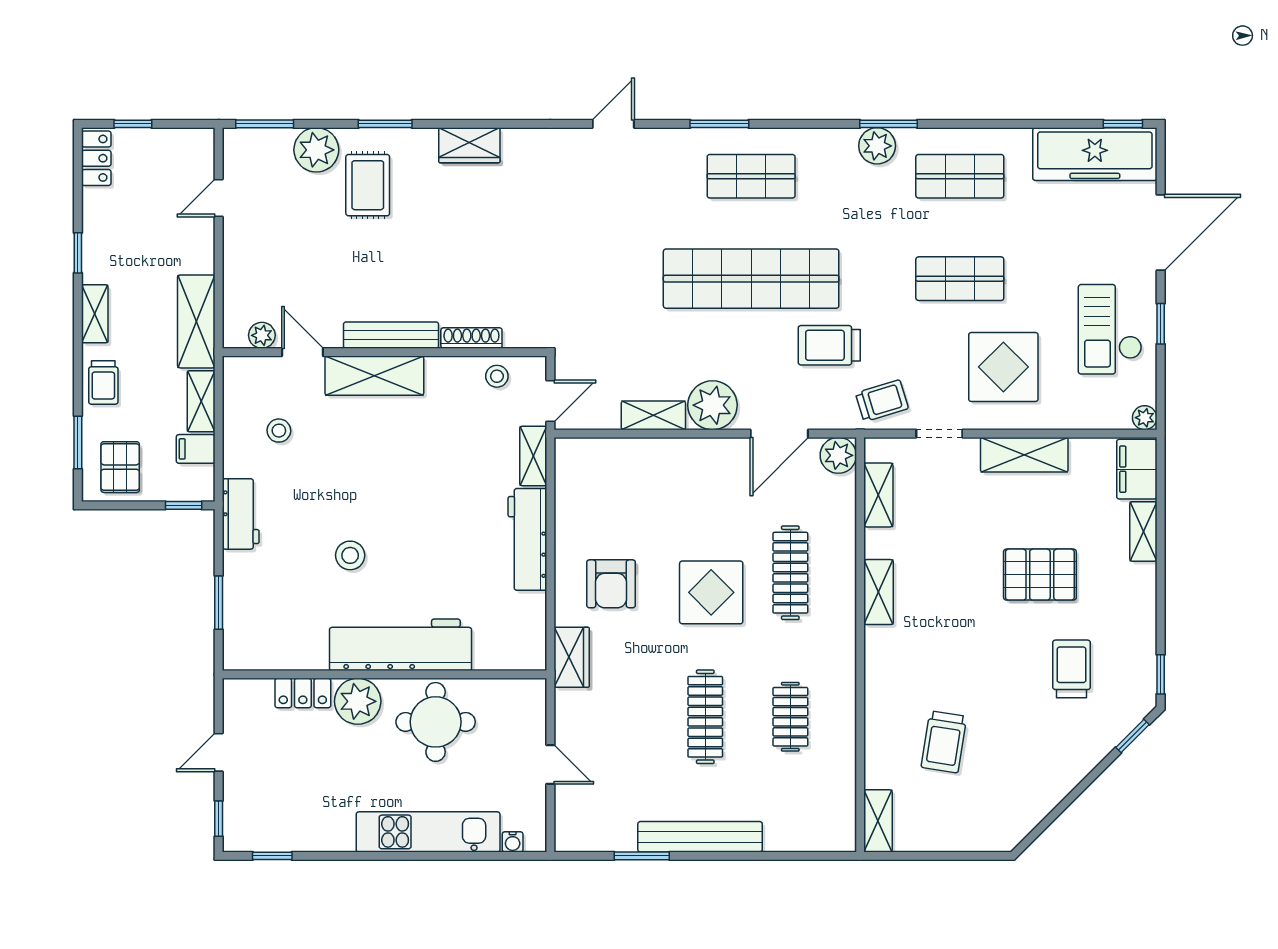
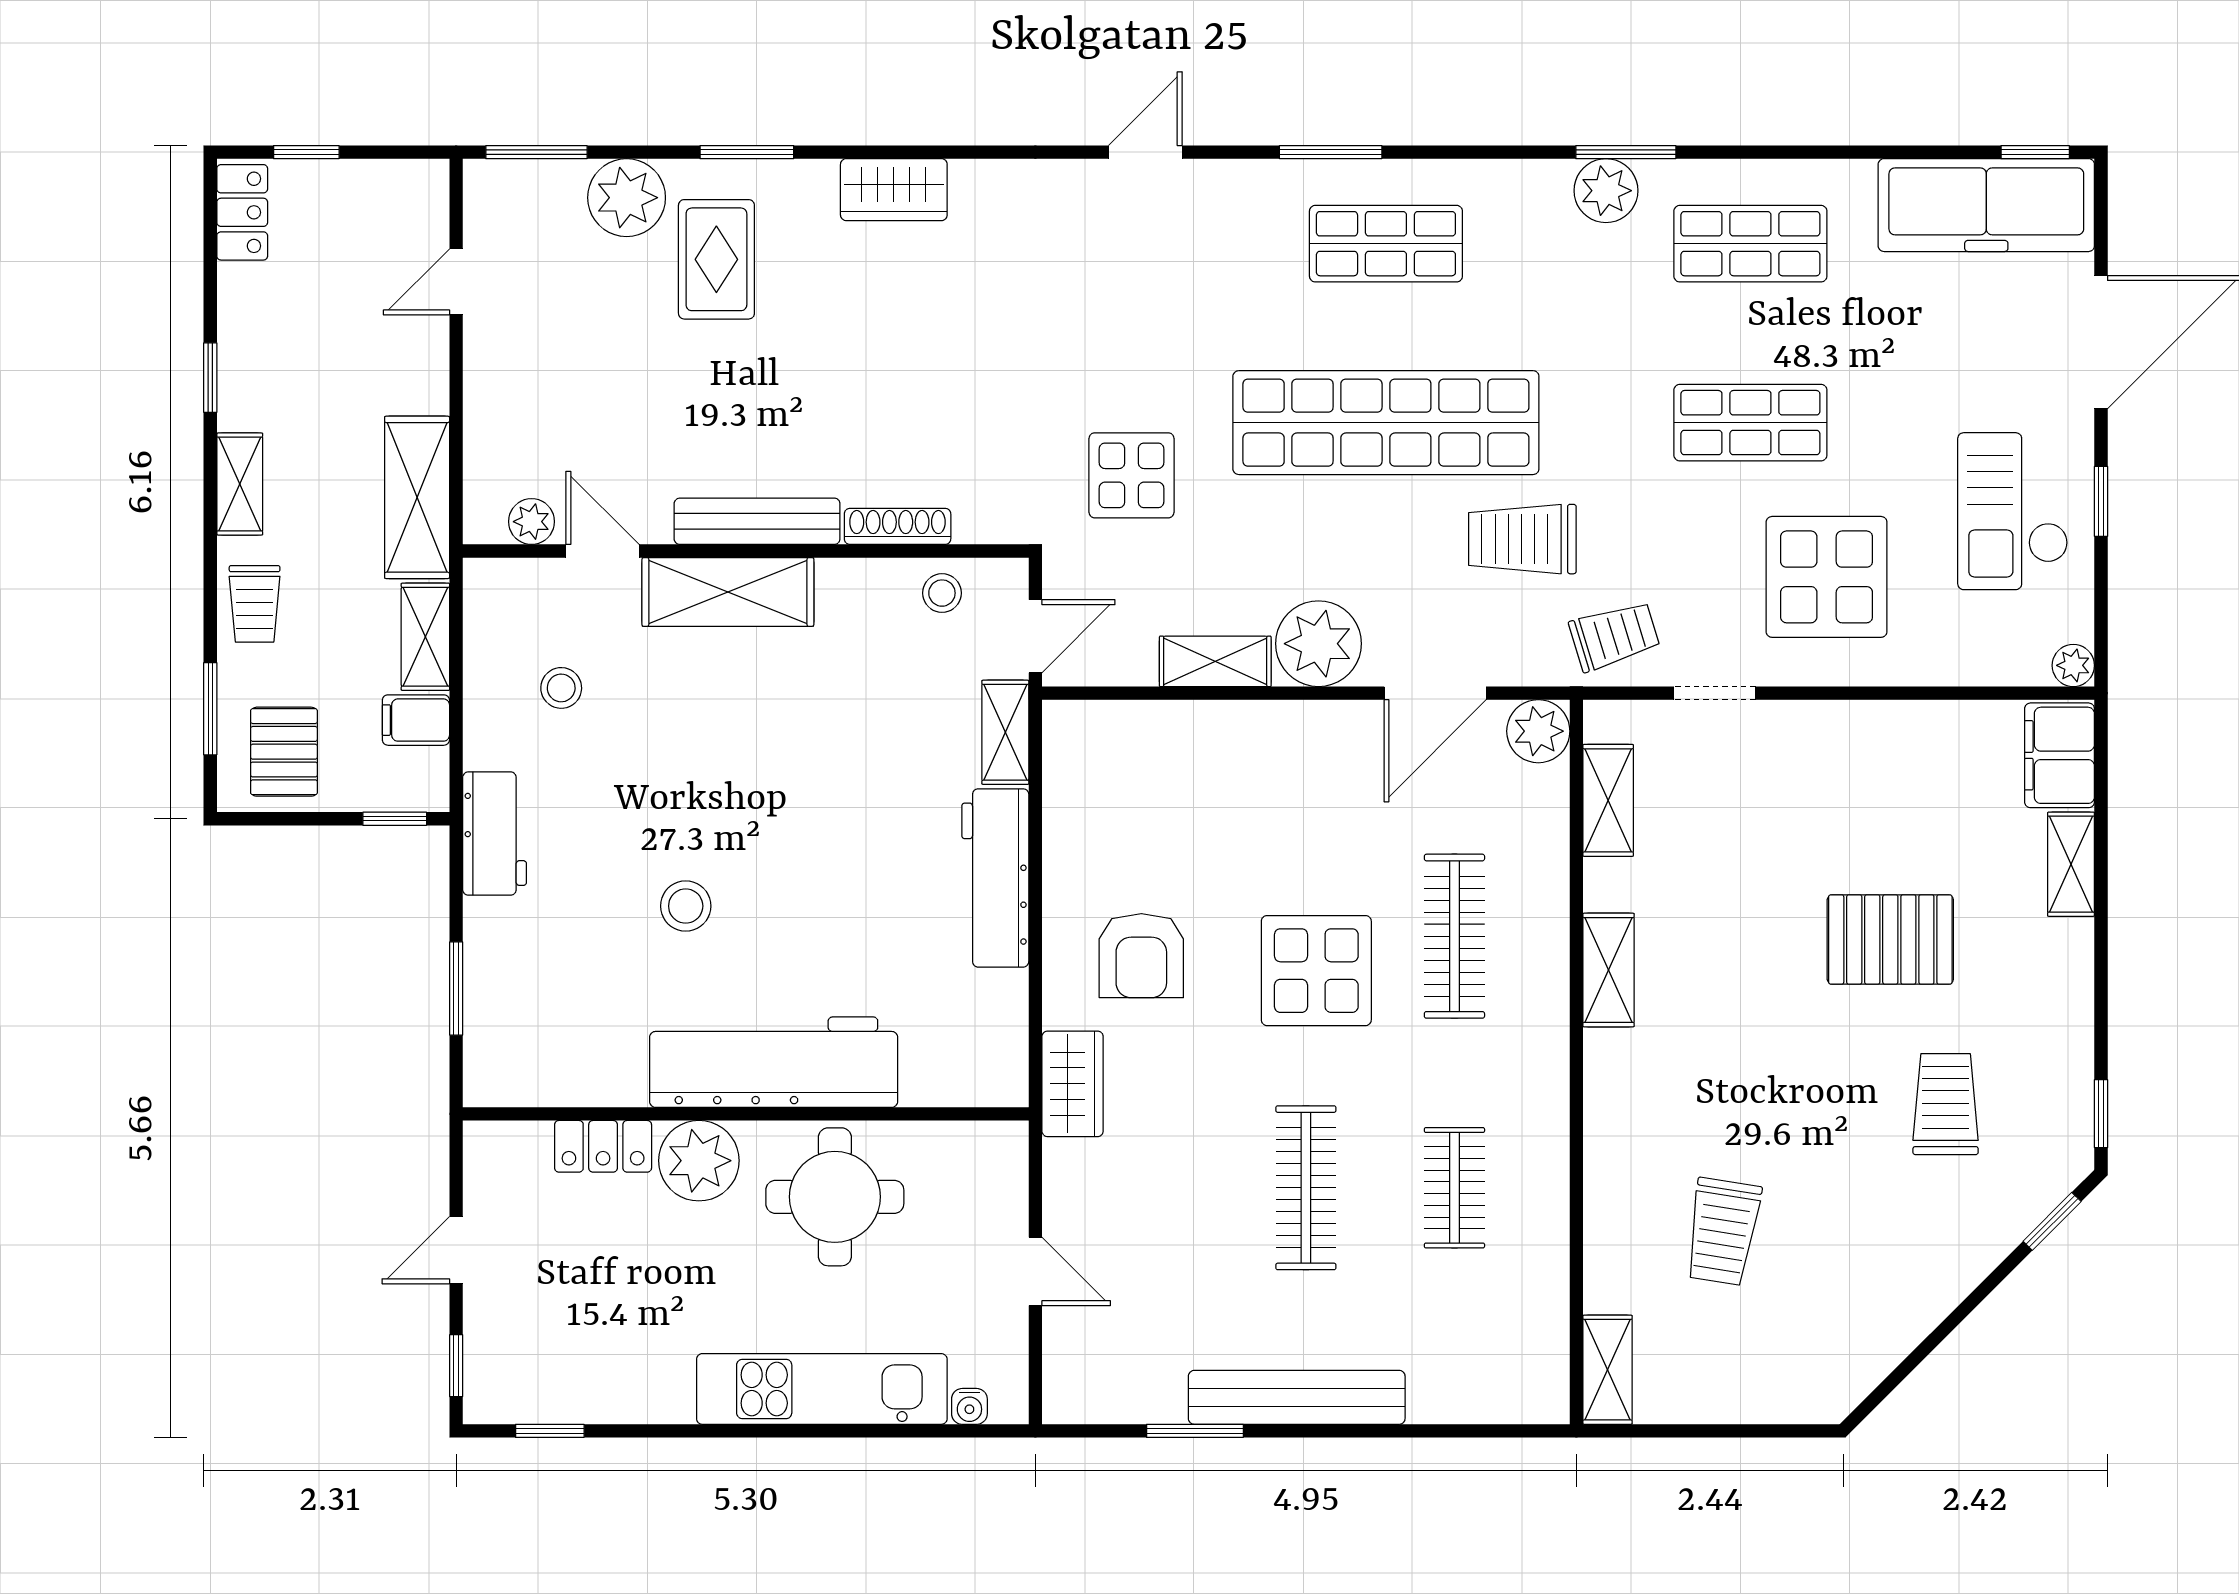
display table: (605, 309) -> (1131, 475), added
shelving: (1024, 455) -> (1863, 730), removed

